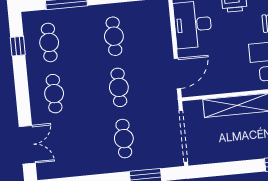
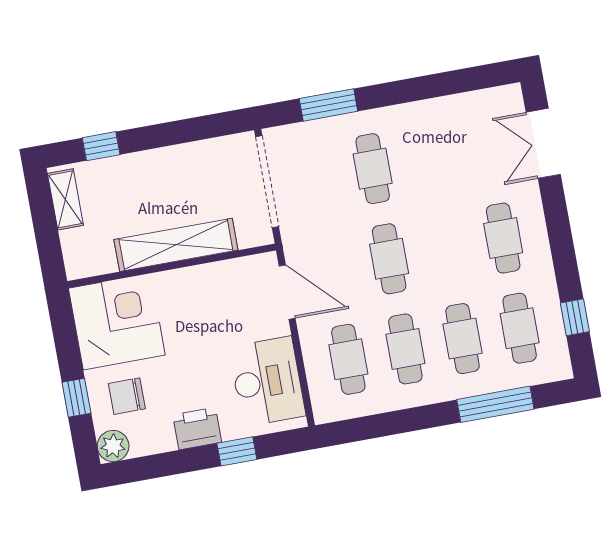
cafe table: (146, 33) -> (348, 359), added
cafe table: (82, 39) -> (463, 339), added
door: (177, 73) -> (287, 292), swing flipped

